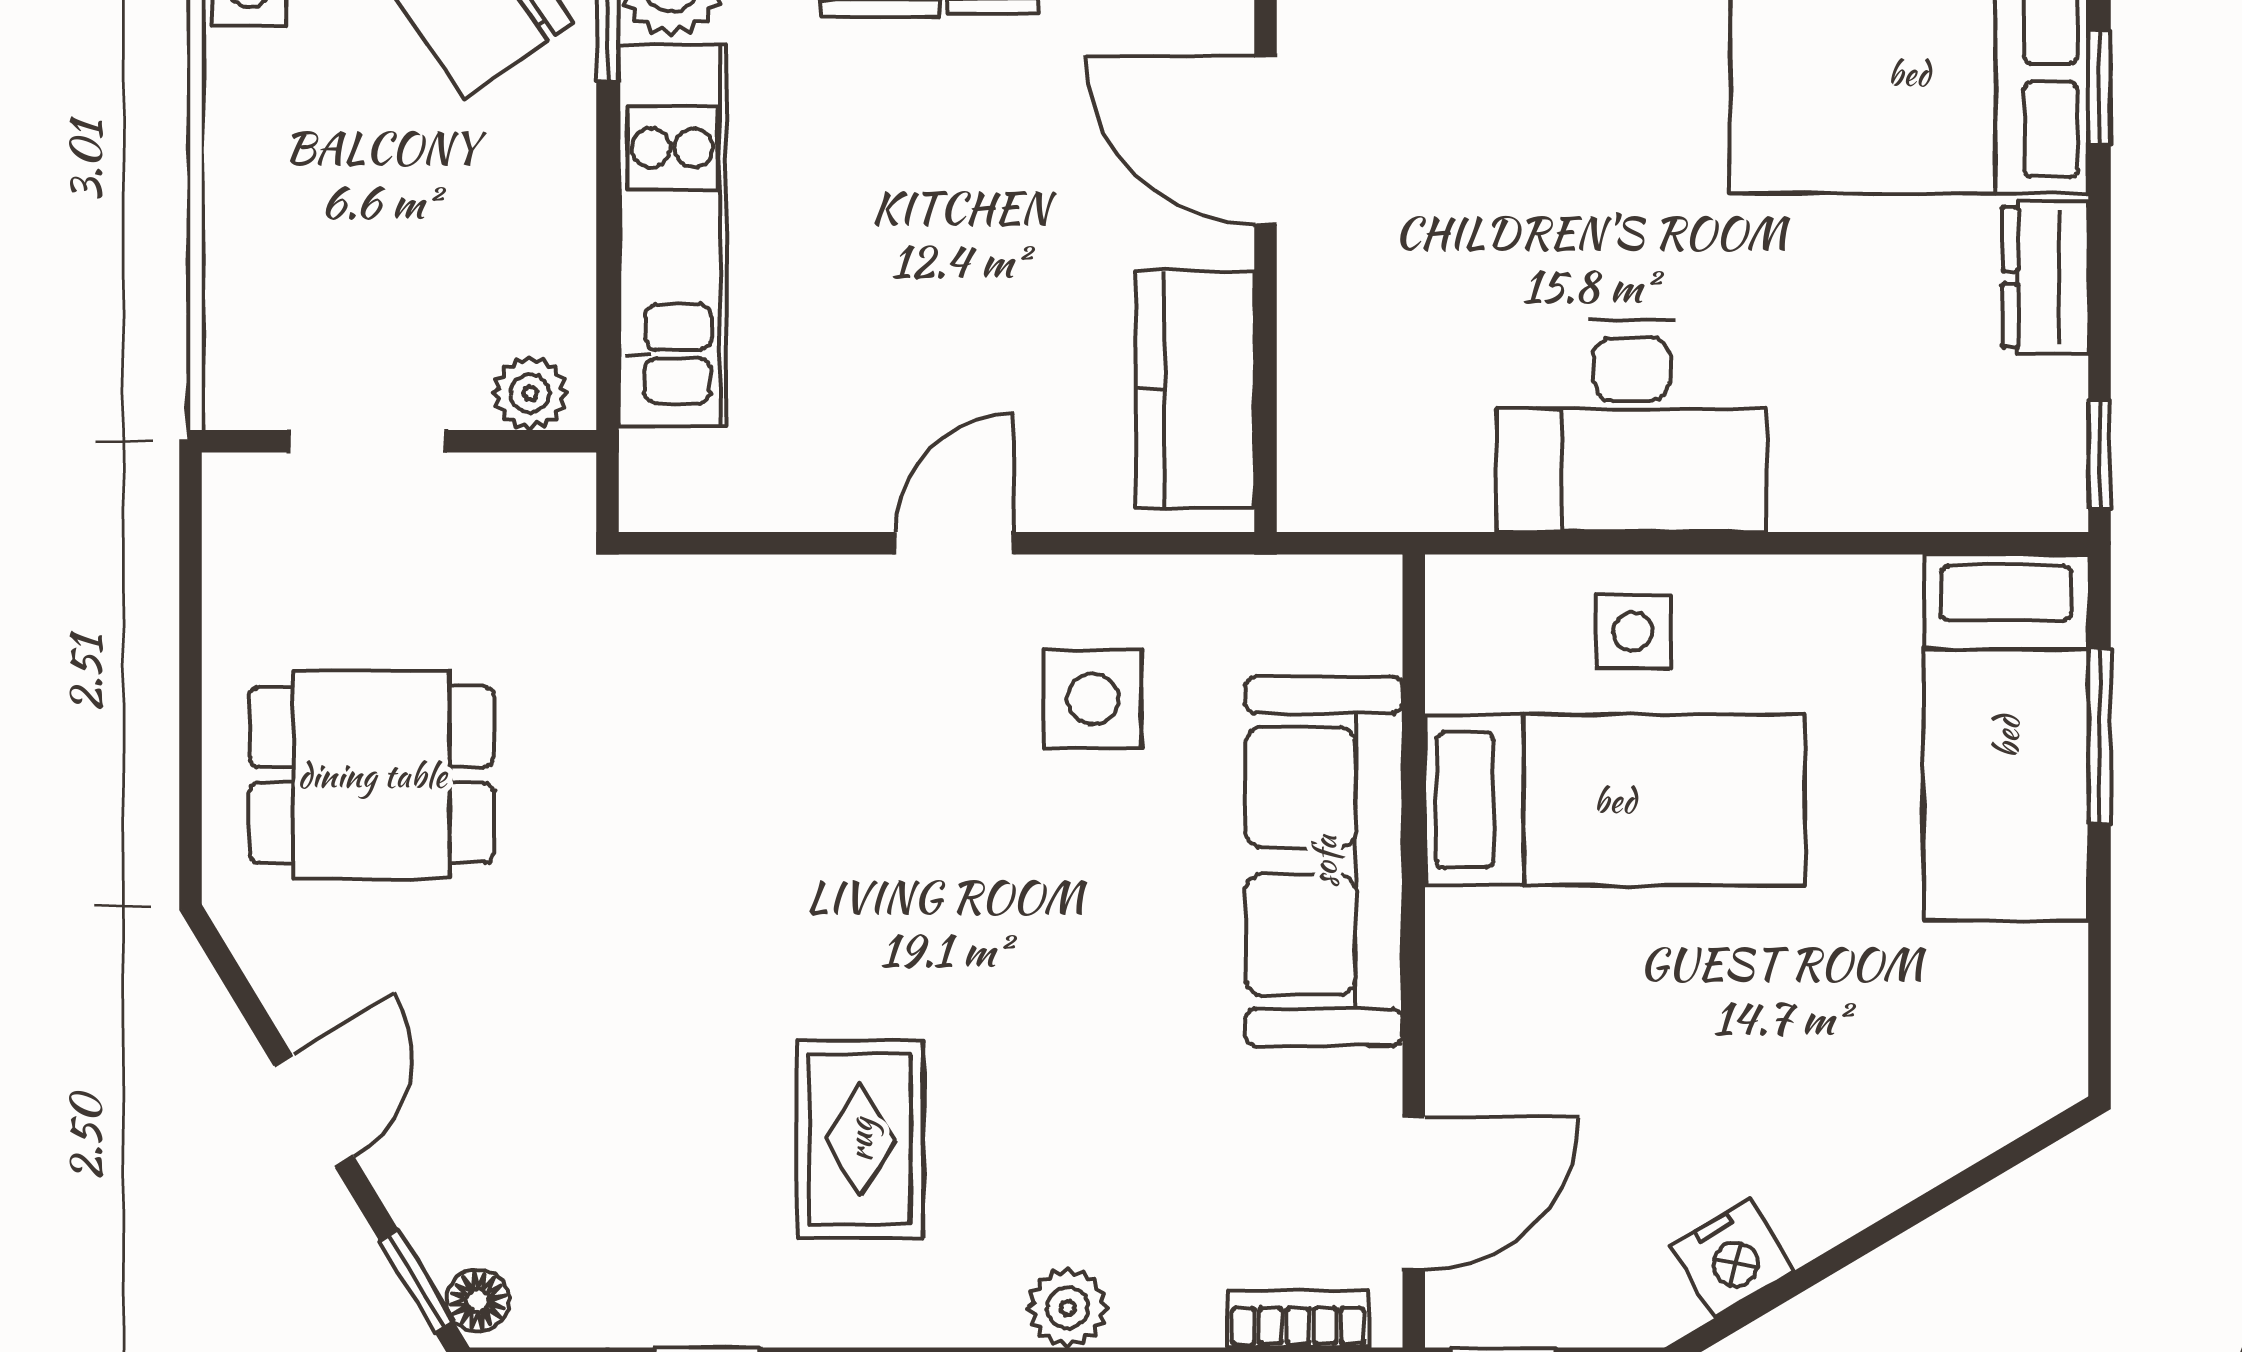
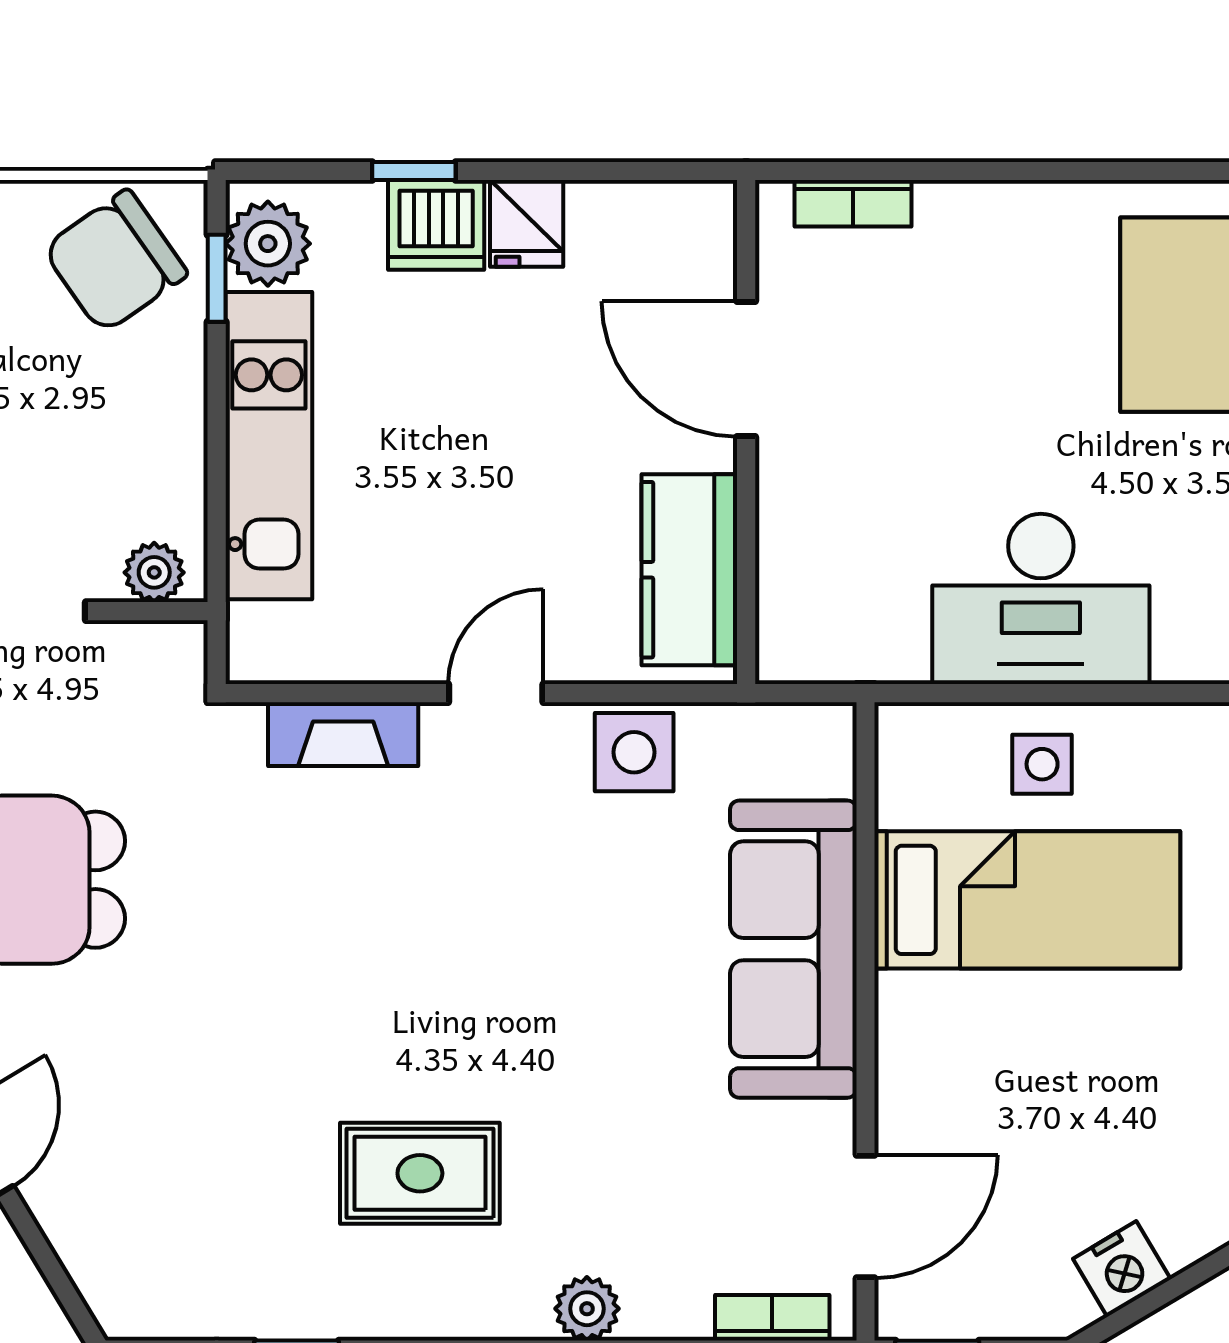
fireplace: (765, 594) -> (343, 734), added
side table: (1093, 699) -> (634, 752), moved
rug: (860, 1140) -> (420, 1173), turned 90
window: (417, 1281) -> (63, 1287), removed
floor lamp: (478, 1300) -> (112, 1303), removed

